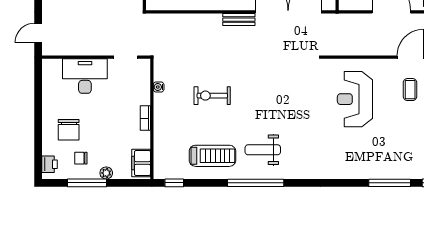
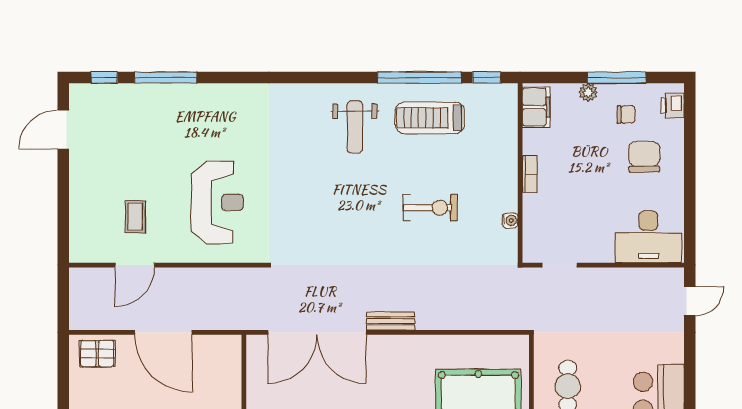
desk: (85, 76) -> (648, 237), moved
weight bench: (263, 150) -> (355, 127), turned 90
window: (256, 183) -> (419, 78), moved

